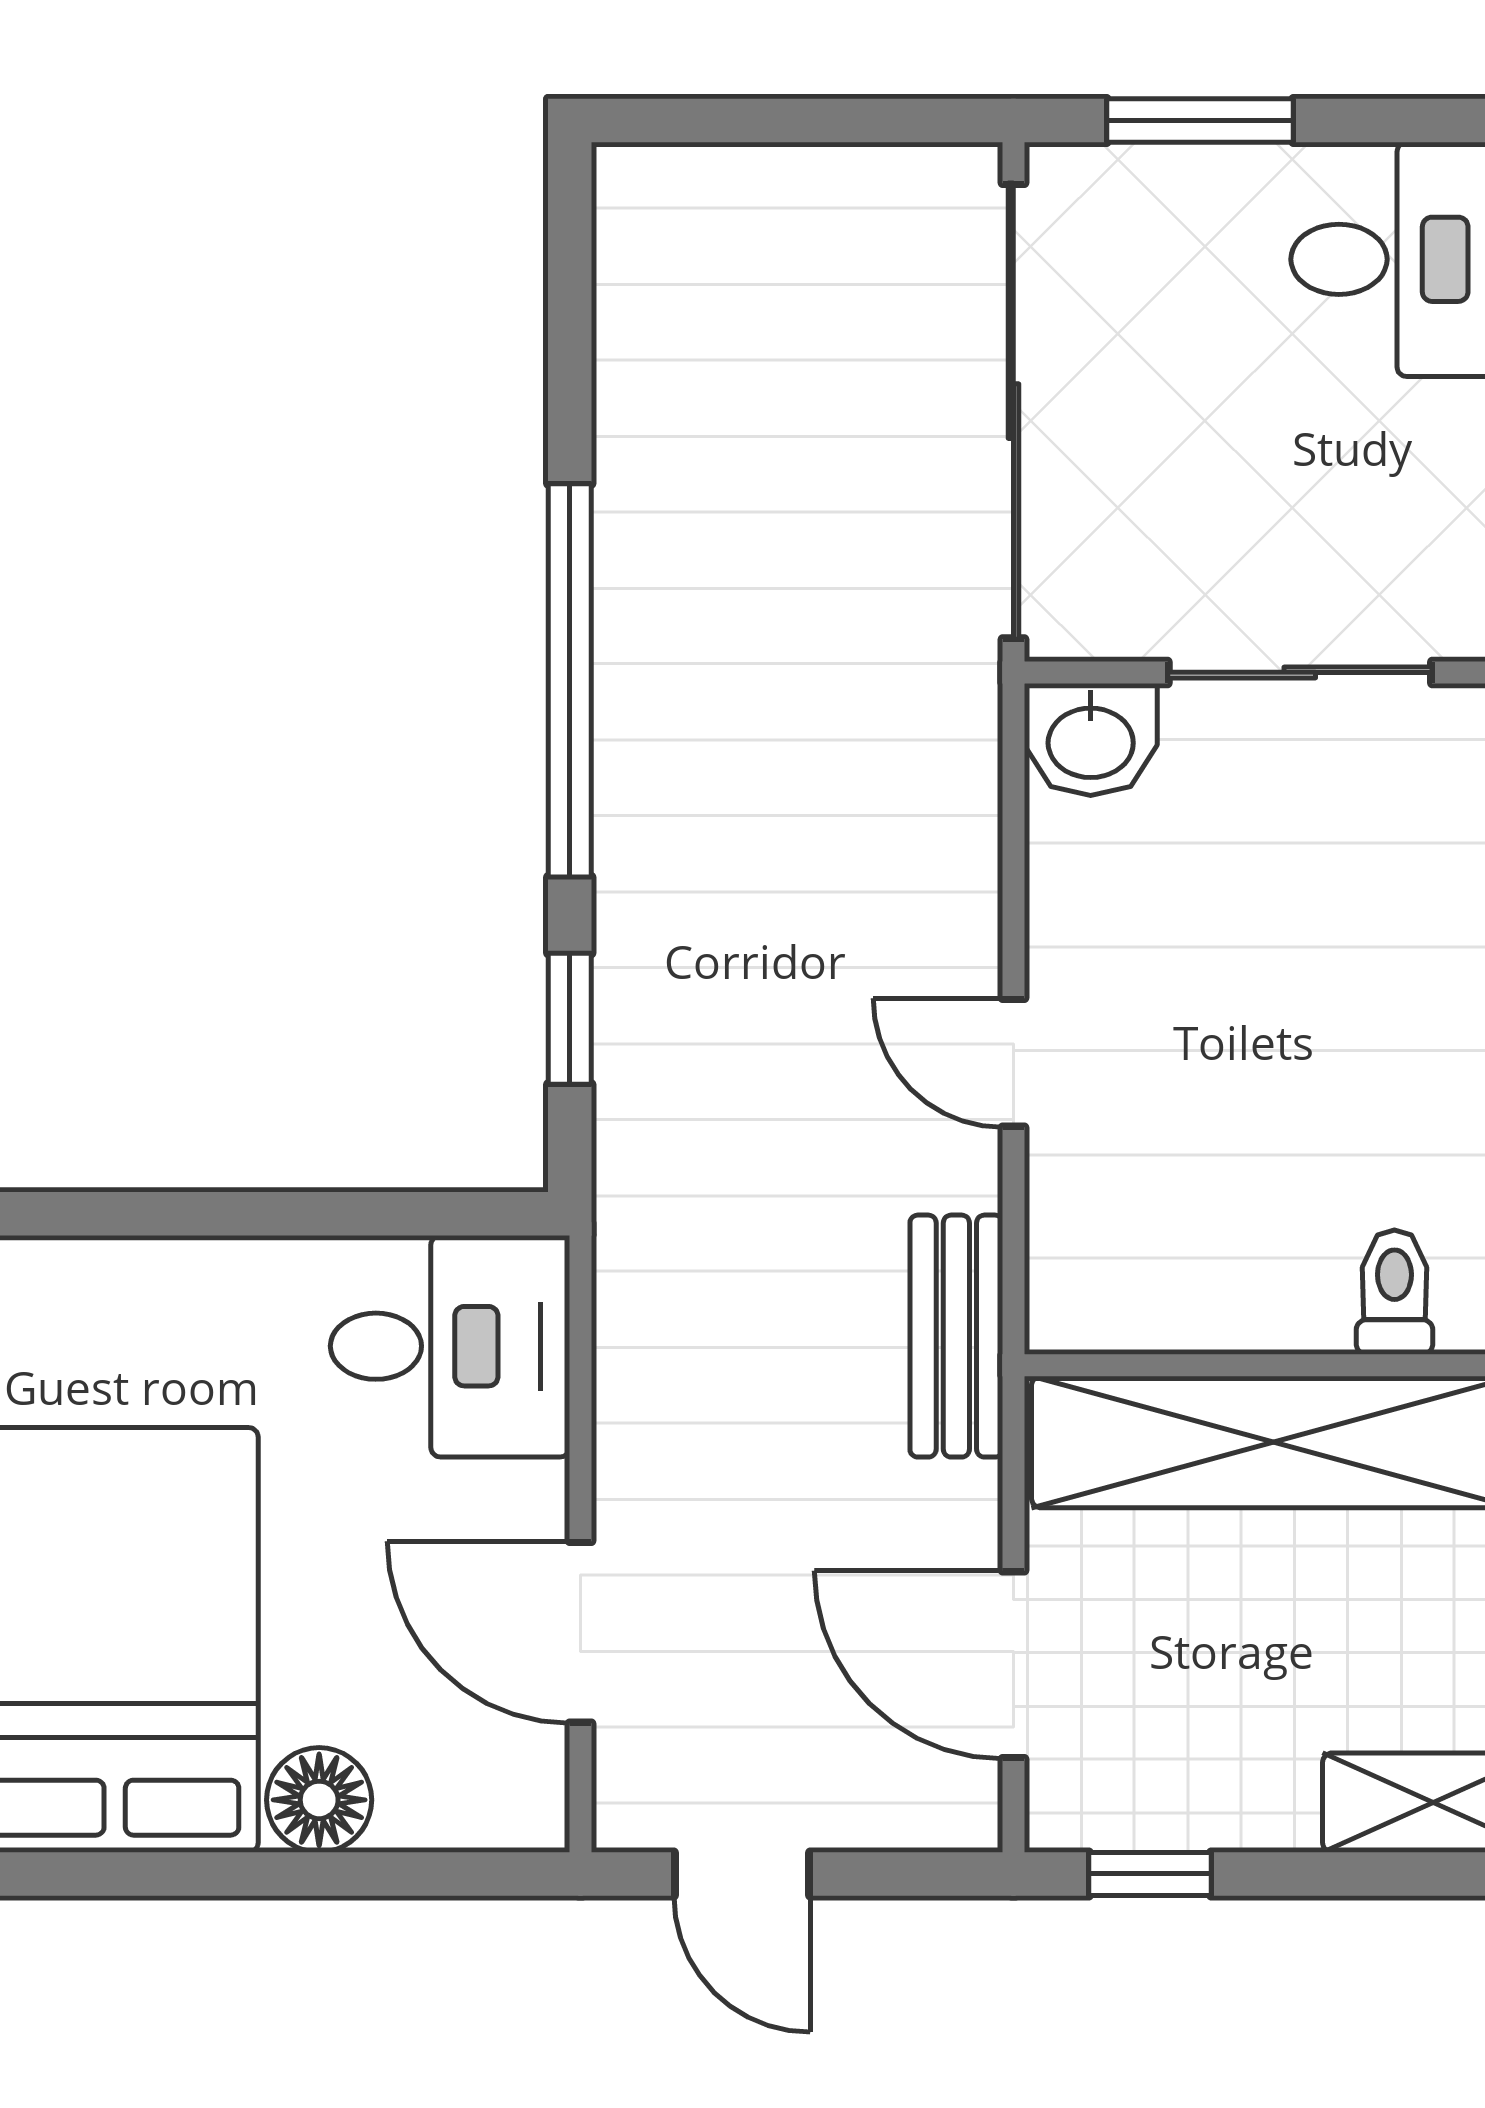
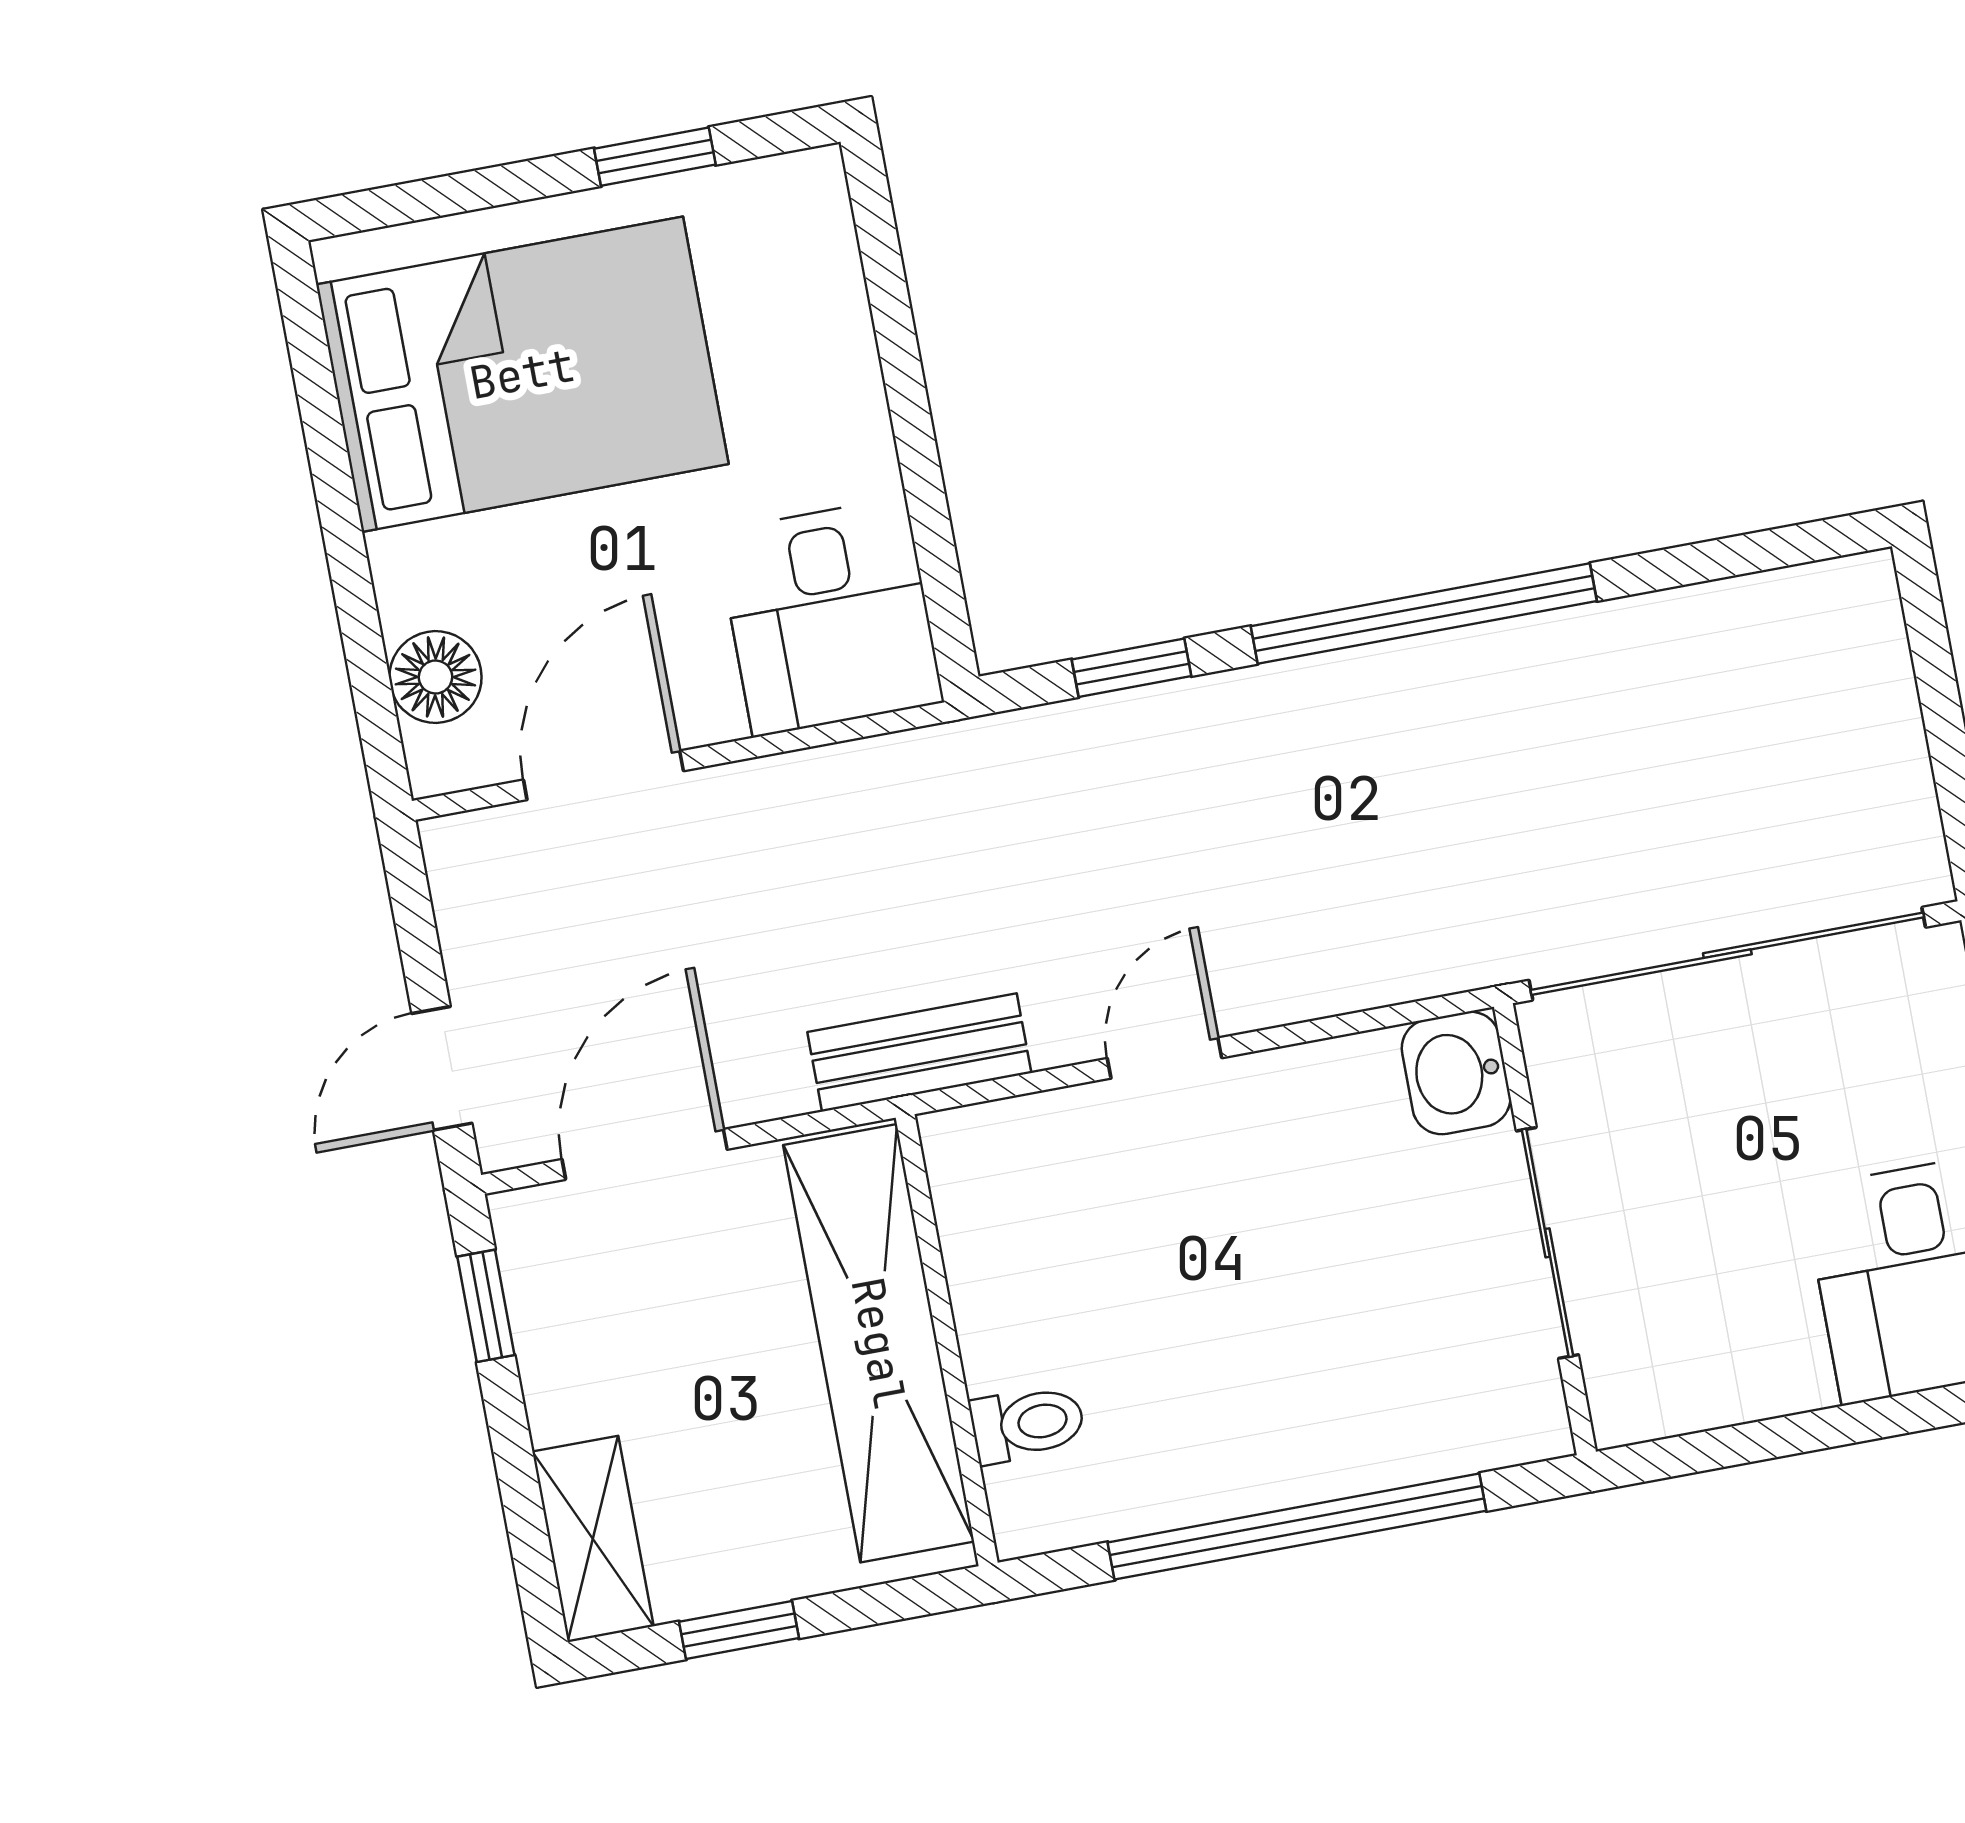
floor lamp: (319, 1800) -> (435, 677), moved
door: (742, 1874) -> (442, 1068), moved

